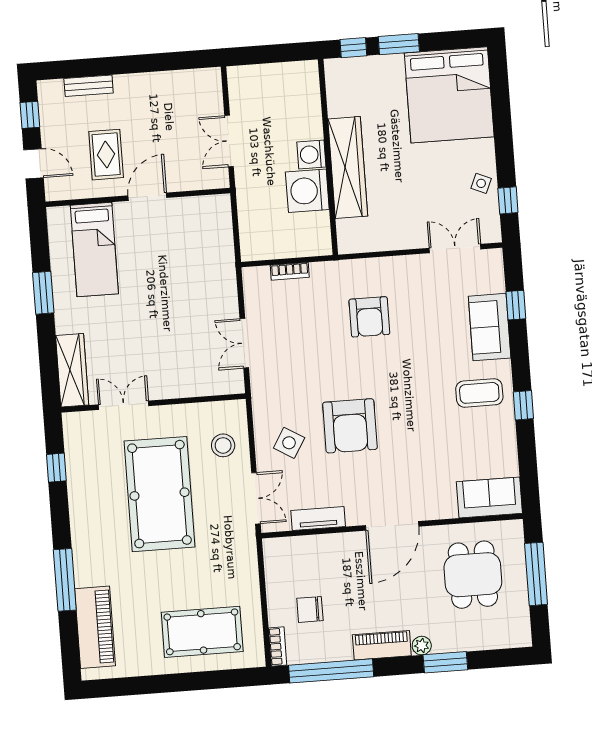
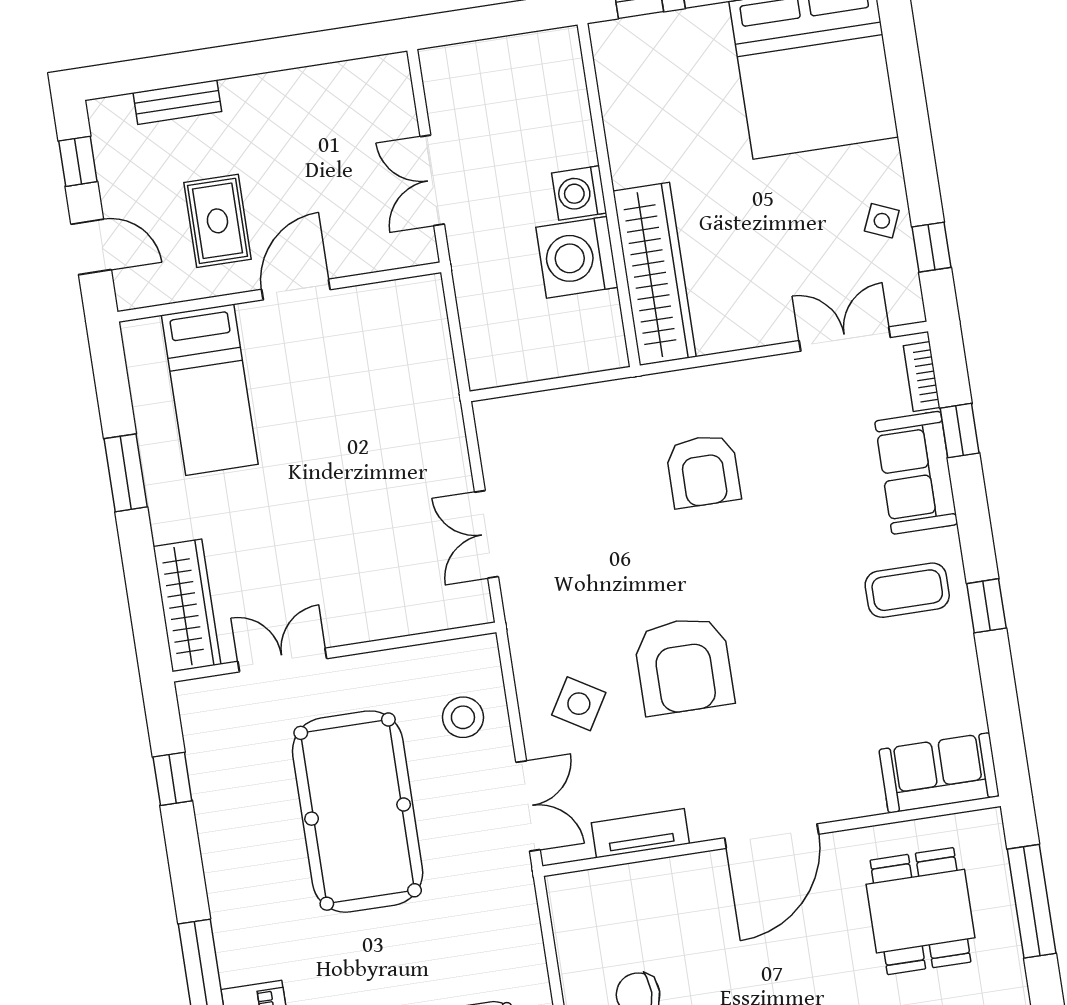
wardrobe: (348, 167) -> (654, 274), moved
bookcase: (290, 271) -> (922, 377), moved, turned 90

